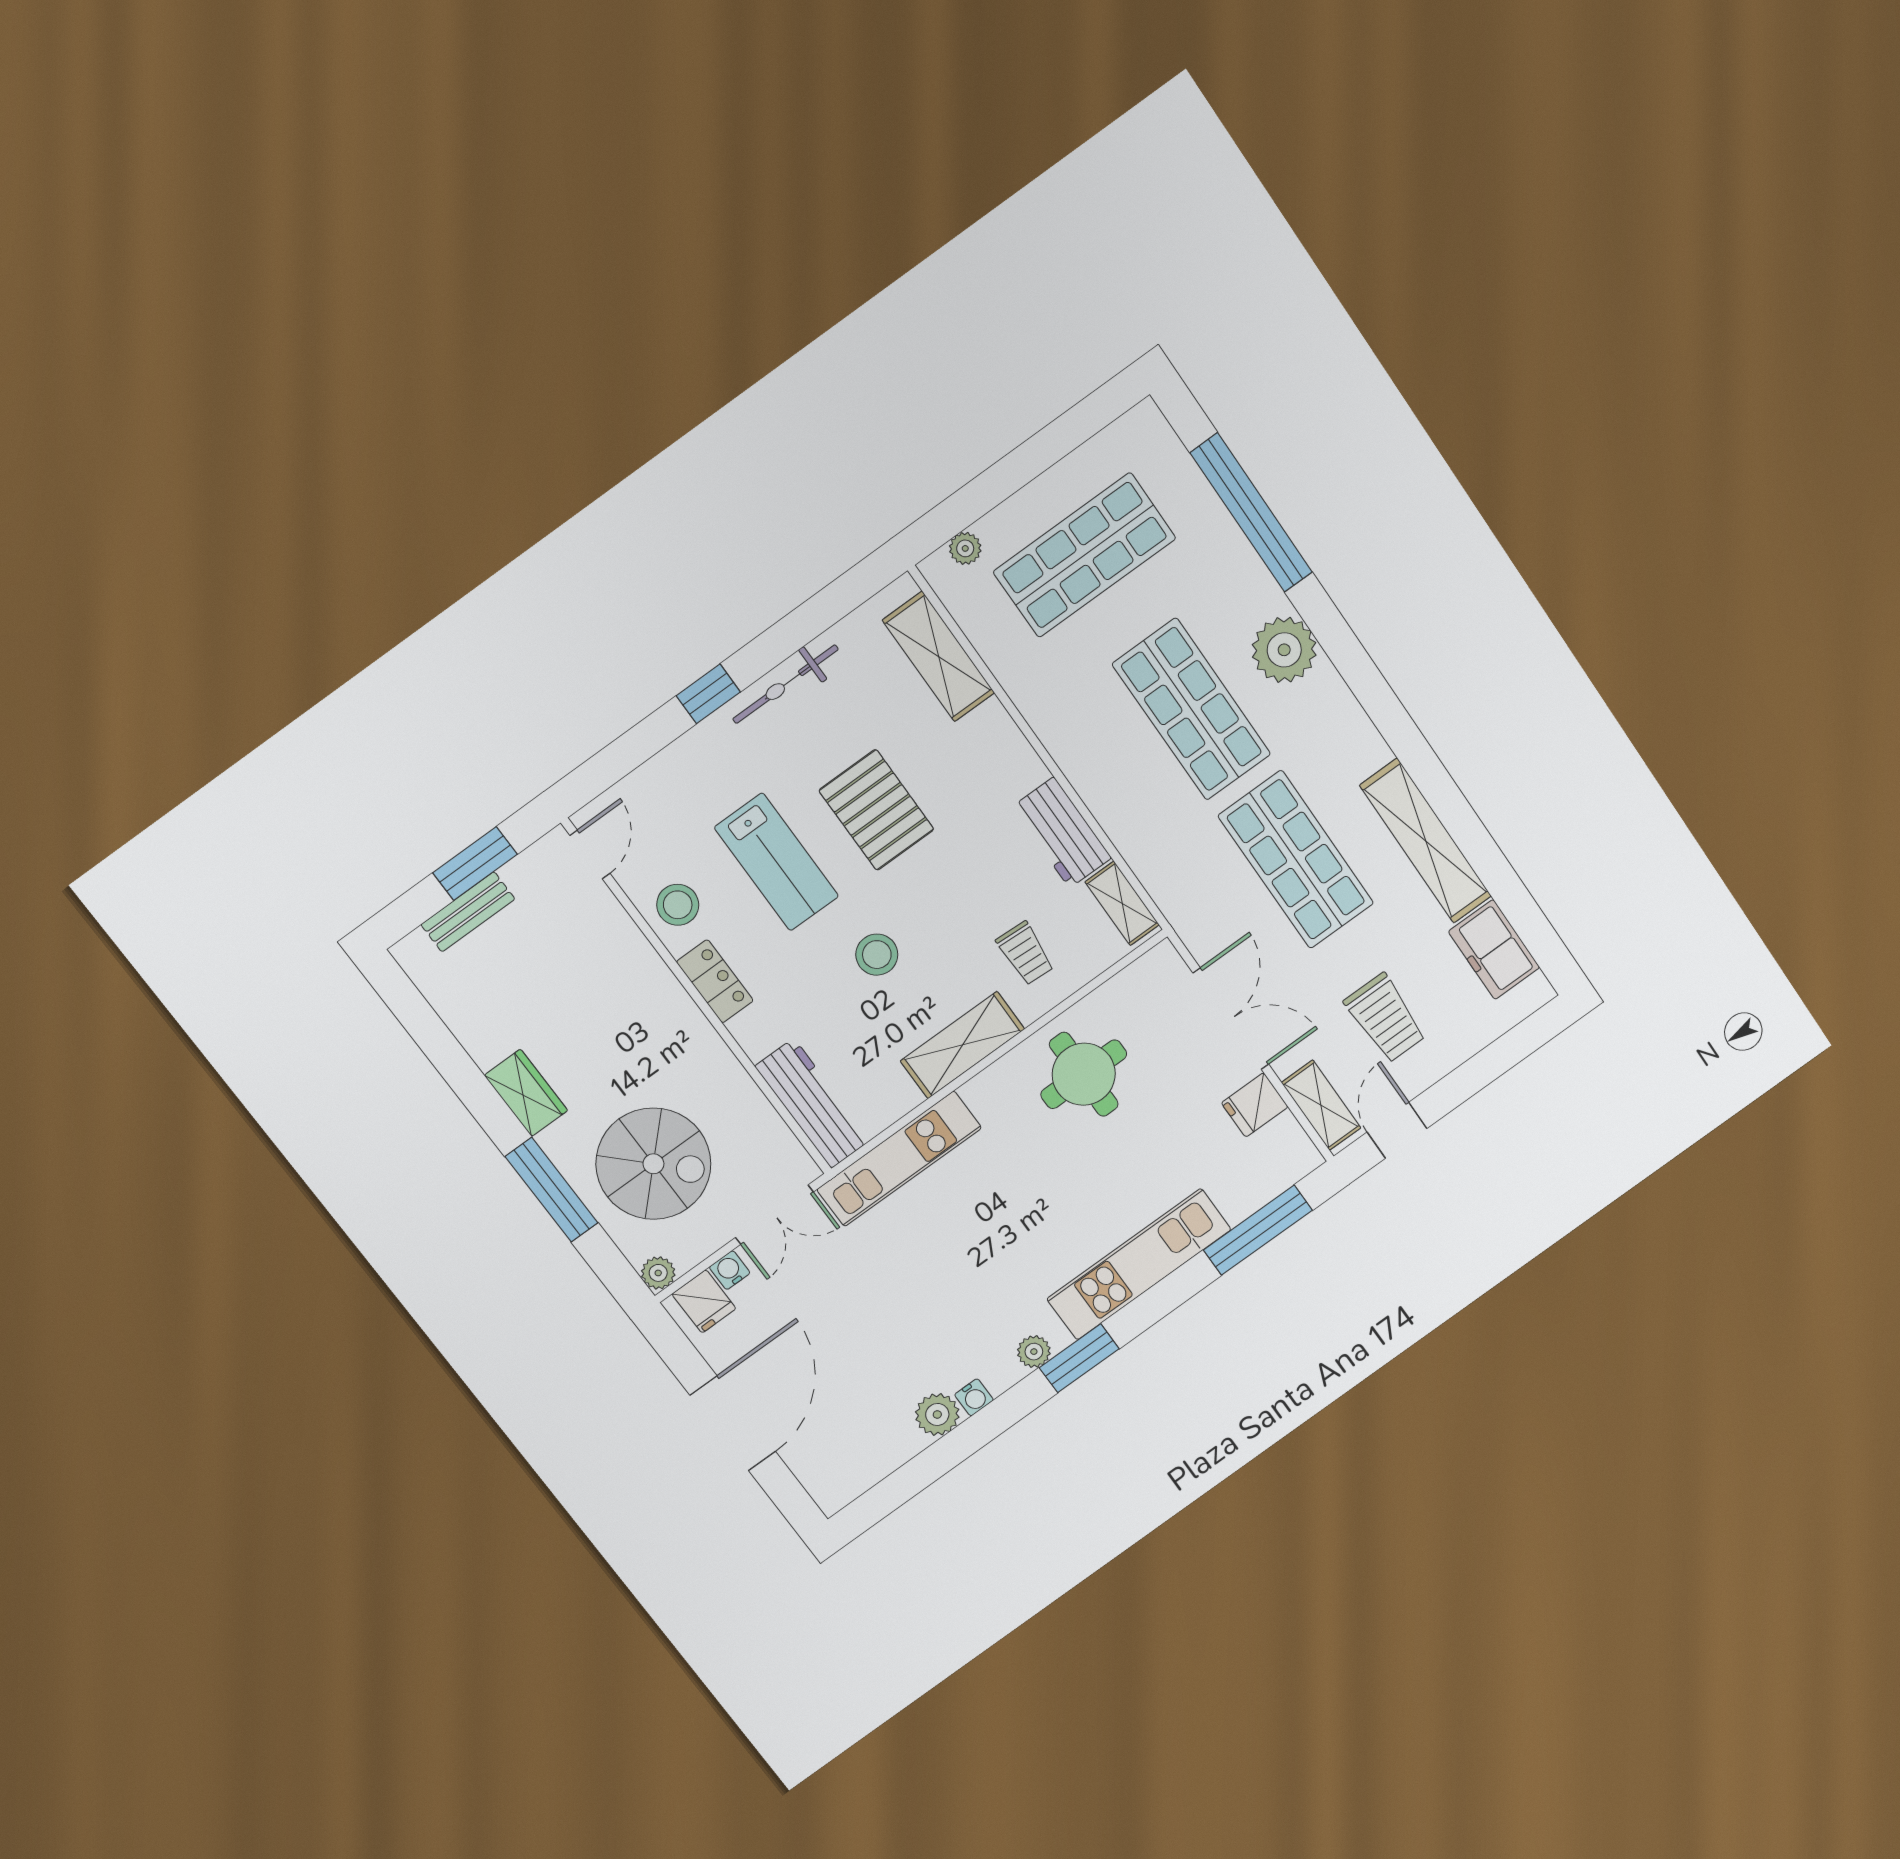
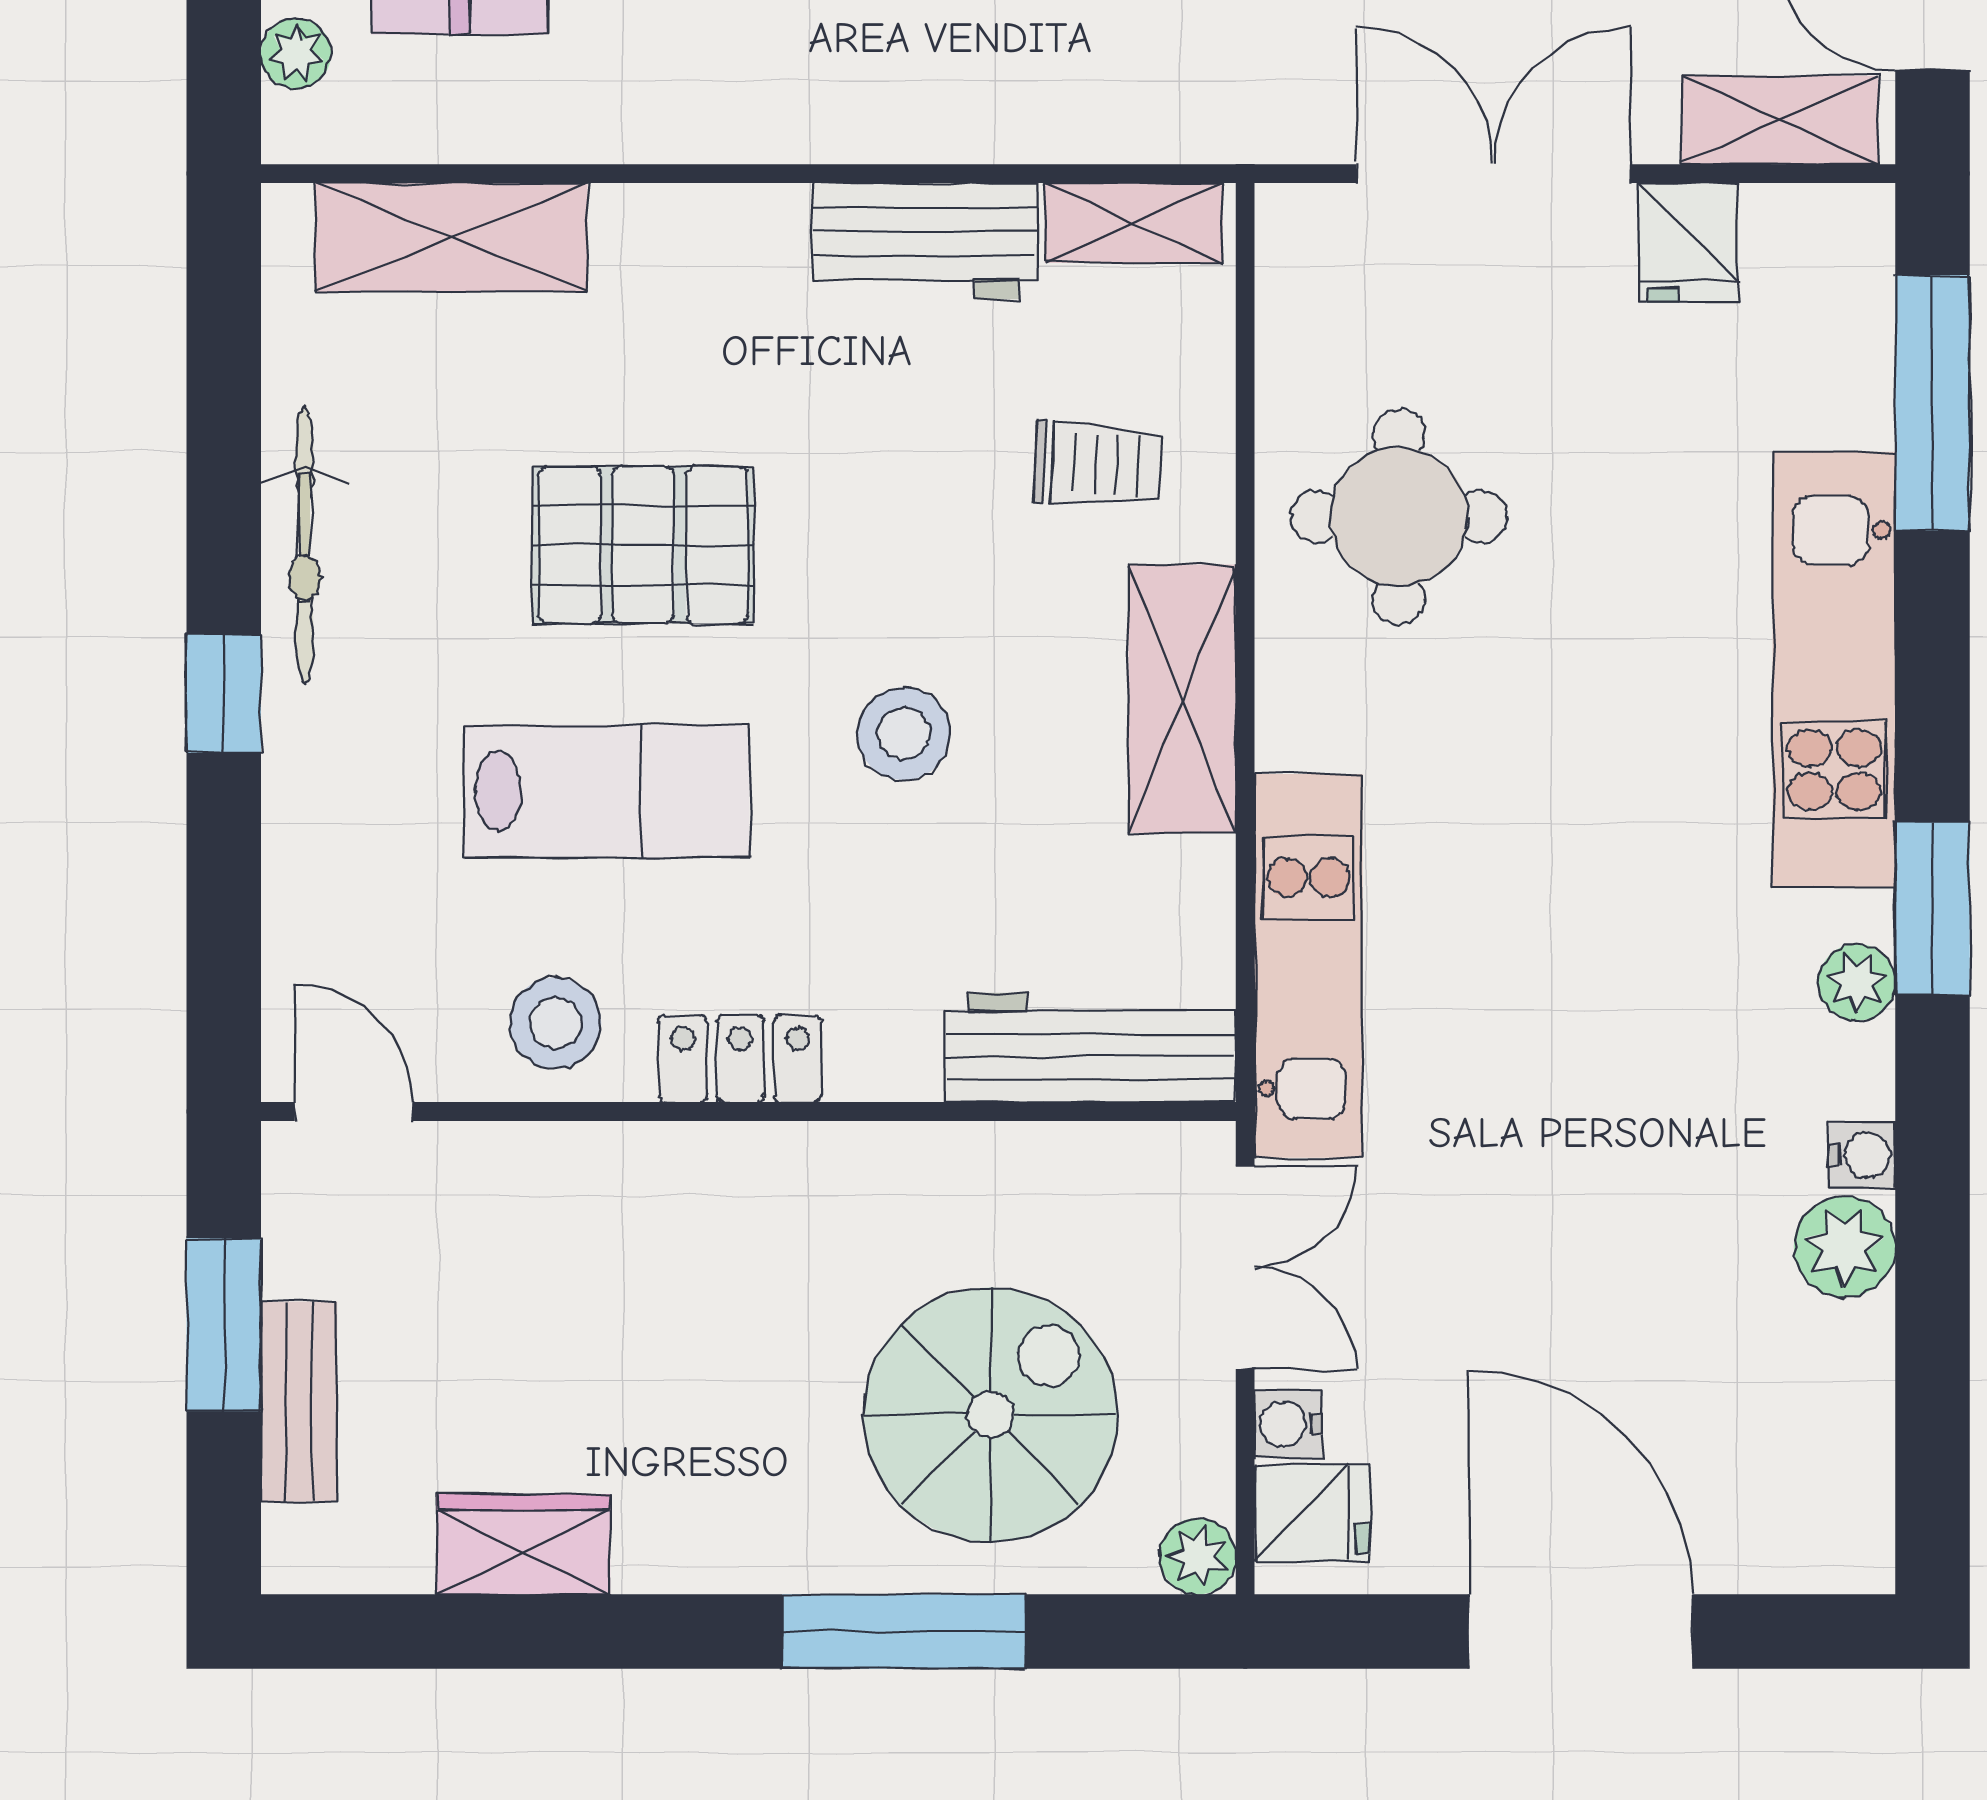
wardrobe: (526, 1093) -> (524, 1544), moved

